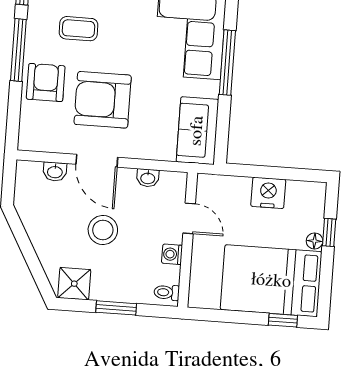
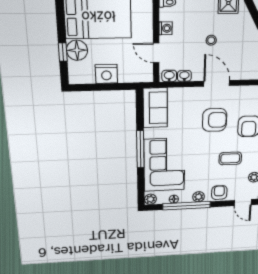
armchair: (103, 100) -> (215, 120), width x0.73, depth x0.73
washbasin: (55, 172) -> (169, 76), moved
stool: (103, 230) -> (211, 40), width x0.53, depth x0.53
floor lamp: (314, 241) -> (77, 50), width x1.89, depth x1.89

